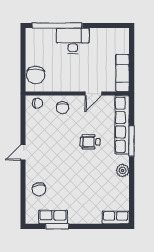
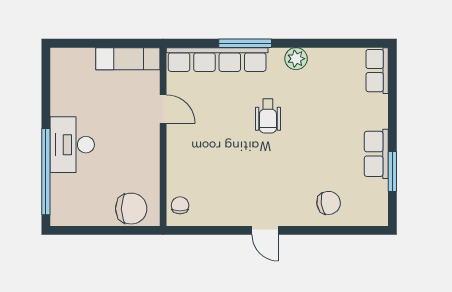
chair: (62, 108) -> (188, 162), removed
wheelchair: (90, 142) -> (268, 116), moved
row of seats: (53, 217) -> (376, 154), moved

